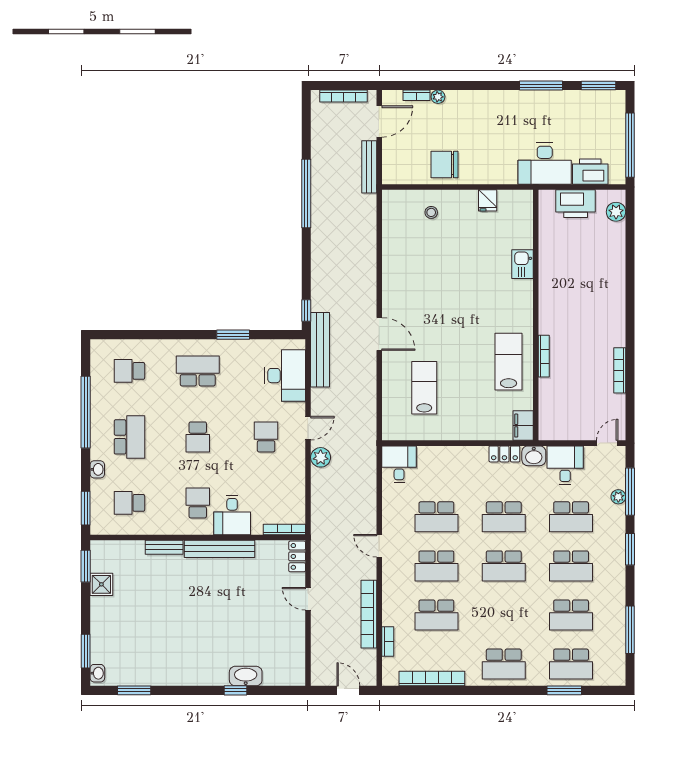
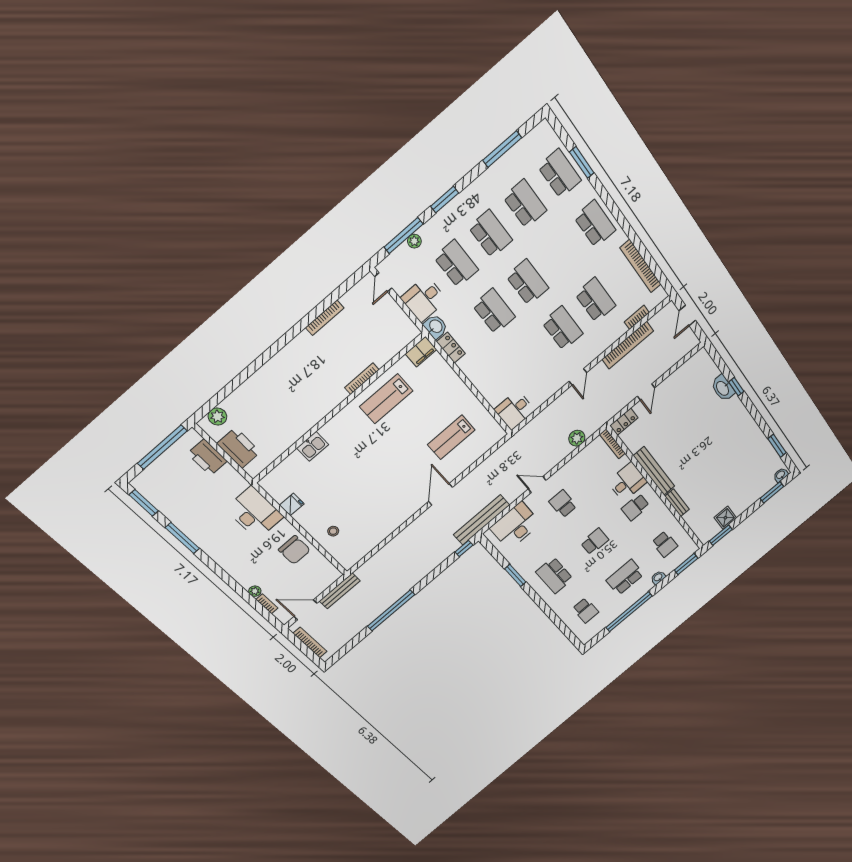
desk: (545, 164) -> (255, 513), moved
school desk: (266, 437) -> (563, 504), turned 90
door: (607, 443) -> (383, 282), hinge flipped
plant: (321, 457) -> (577, 438), moved
school desk: (436, 517) -> (530, 356), removed

